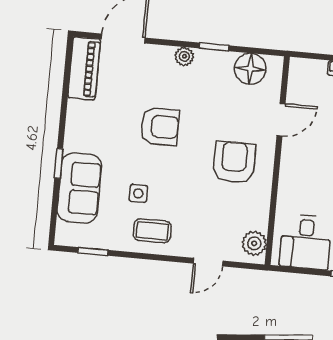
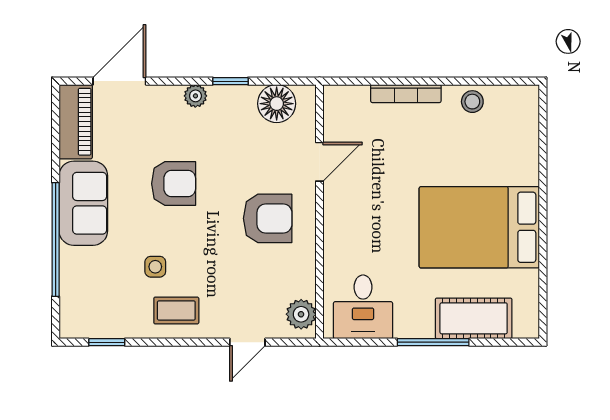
armchair: (234, 162) -> (268, 218), turned 90
window: (59, 163) -> (56, 239), width x3.17
sofa: (79, 188) -> (83, 203), moved

